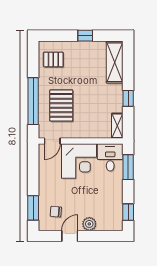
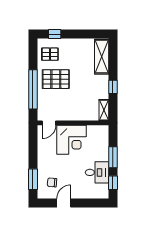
window: (85, 36) -> (55, 34), moved
pallet: (61, 105) -> (56, 79), moved, turned 90
desk: (110, 157) -> (97, 172), moved, turned 90
window: (128, 167) -> (113, 157), moved
plant: (89, 224) -> (80, 193), removed

